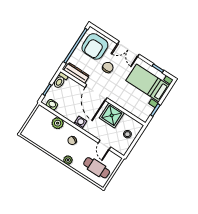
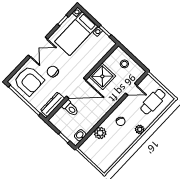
toilet: (60, 80) -> (70, 108), moved
washing machine: (80, 122) -> (104, 110), removed

